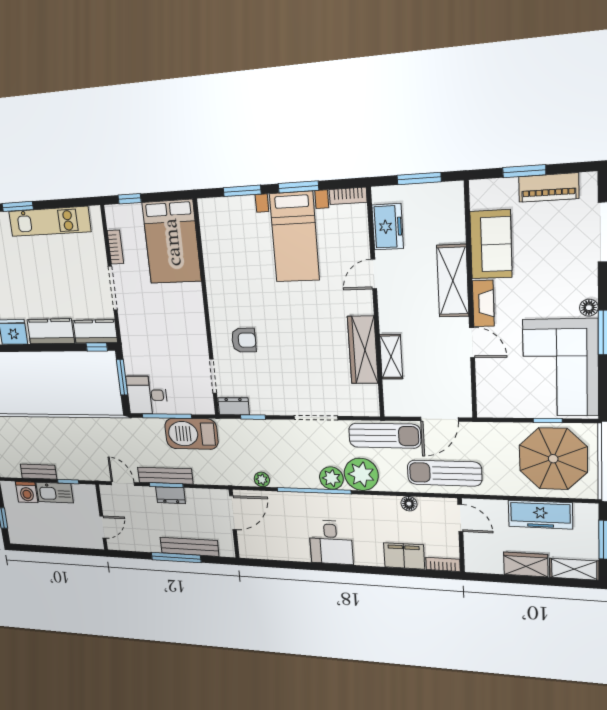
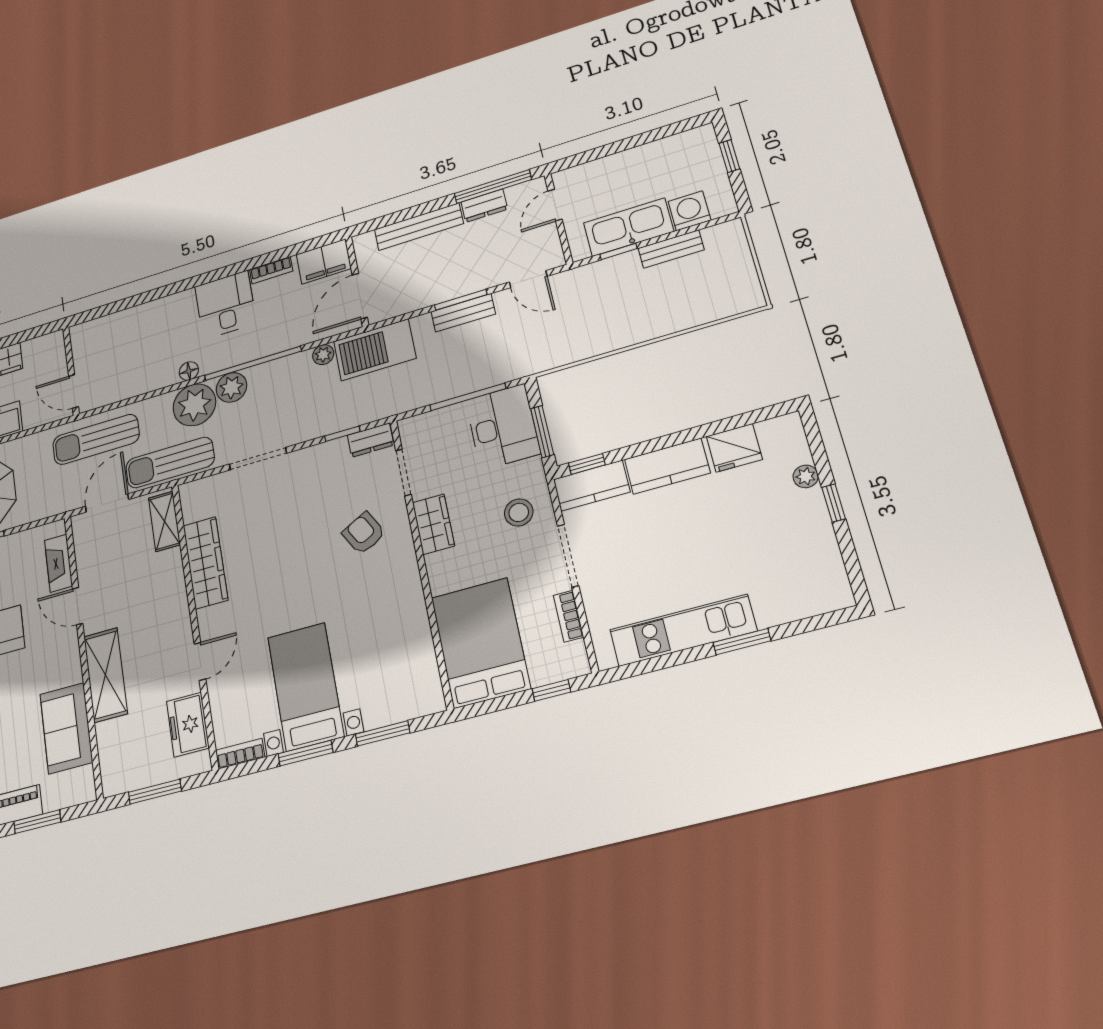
fireplace: (483, 303) -> (59, 563), moved
stool: (141, 326) -> (519, 512), added
wardrobe: (196, 333) -> (433, 524), added
armchair: (244, 340) -> (364, 533), turned 62
shelving: (391, 357) -> (164, 521), moved
desk: (147, 395) -> (503, 427), width x1.37
barbecue: (191, 434) -> (375, 350), moved, turned 180
sun lounger: (444, 473) -> (96, 439), turned 180
bench: (165, 476) -> (463, 313), width x0.73
kitchen sink: (55, 493) -> (628, 227), width x1.36, depth x1.24
dresser: (171, 495) -> (484, 206), moved, turned 180
floor lamp: (409, 504) -> (189, 371), moved
filing cabinet: (404, 556) -> (324, 261), moved
window: (176, 557) -> (493, 187), moved
bookcase: (443, 564) -> (271, 270), moved

